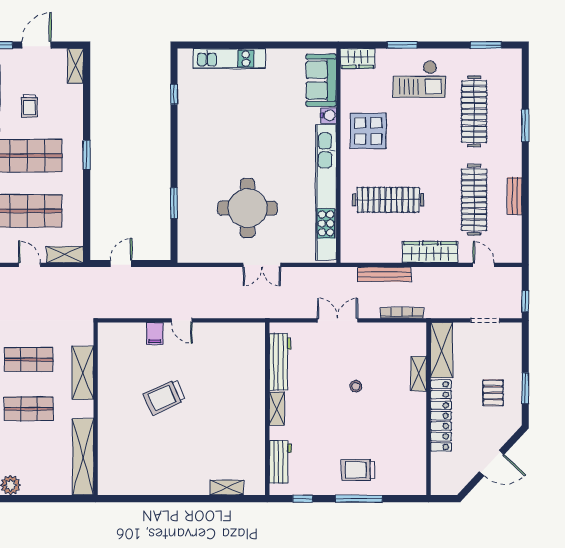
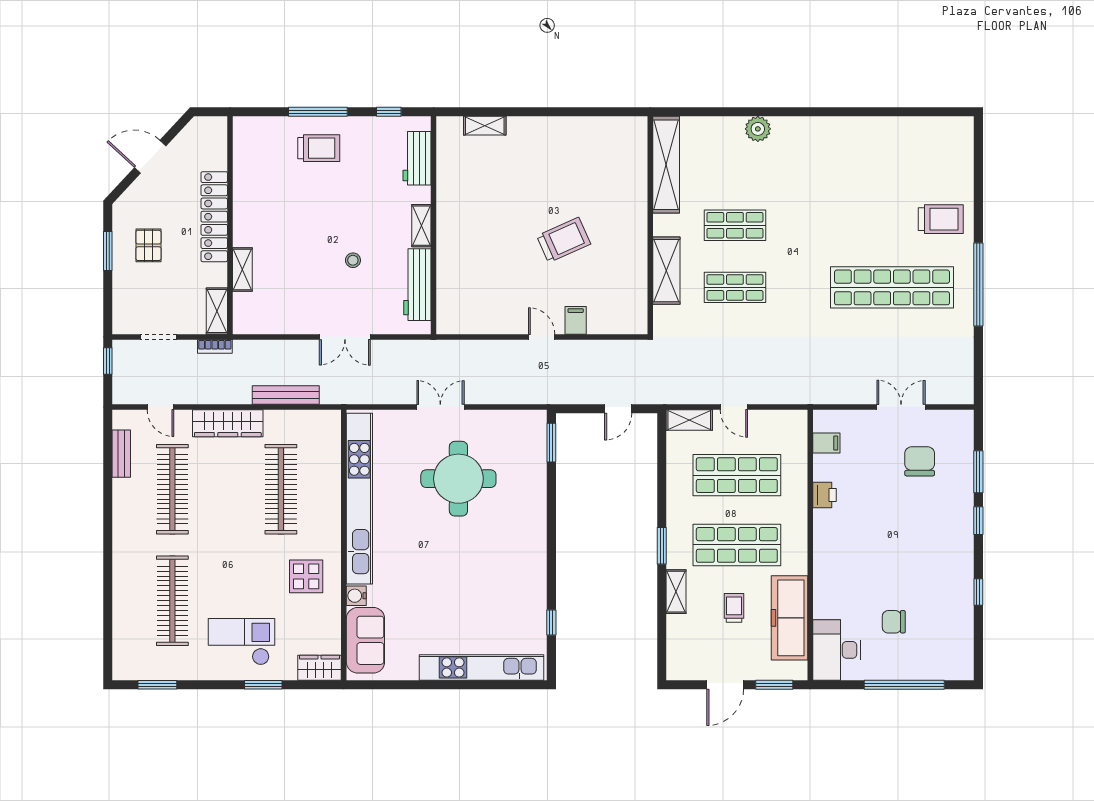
kitchen unit: (229, 59) -> (482, 667), width x1.36
shelving: (75, 66) -> (676, 592), moved
window: (525, 125) -> (108, 583), removed
display table: (368, 131) -> (306, 576), width x0.73, depth x0.73
bench: (515, 196) -> (121, 454), moved
clothes rail: (388, 200) -> (281, 489), turned 90
window: (174, 203) -> (551, 443), moved
bookcase: (402, 313) -> (215, 346), moved, width x0.64
shelving: (442, 350) -> (217, 311), width x0.67, depth x0.75
stool: (356, 386) -> (353, 260), moved

